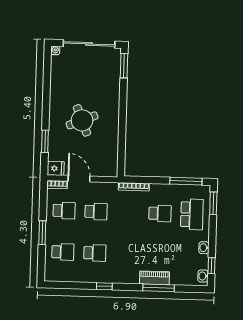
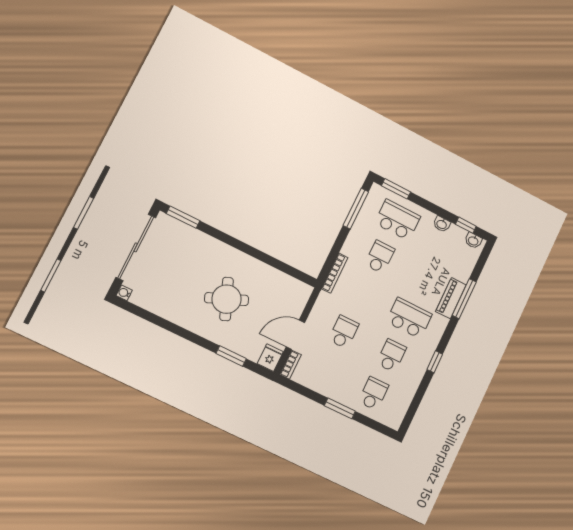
school desk: (64, 211) -> (409, 318), moved, width x1.85

